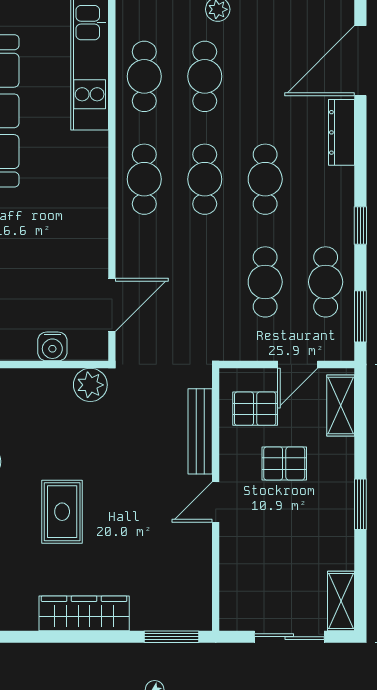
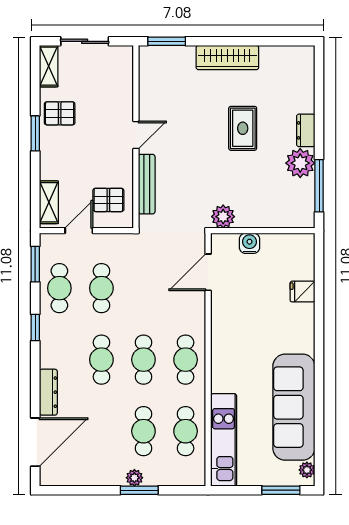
pallet: (284, 463) -> (60, 113), moved

